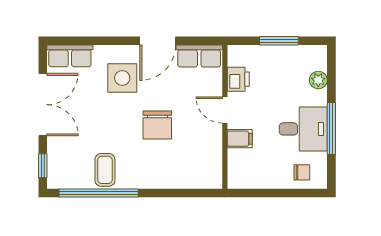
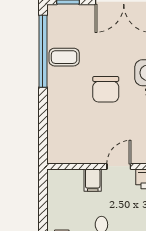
chair: (157, 125) -> (106, 89), moved, turned -90

